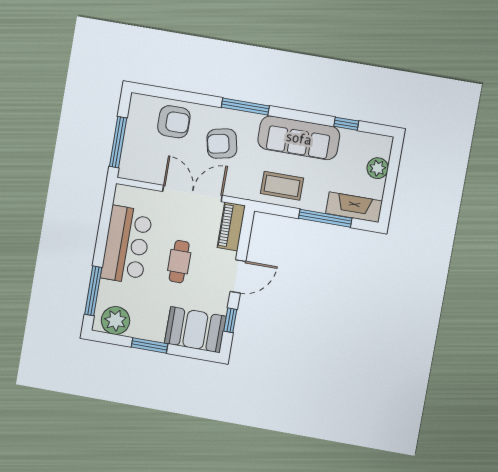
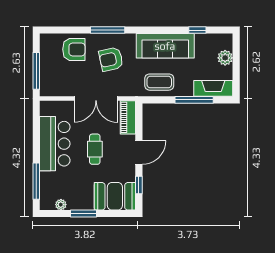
window: (245, 107) -> (108, 30), moved
double door: (192, 193) -> (96, 98), swing flipped
plant: (115, 321) -> (61, 205), width x0.53, depth x0.53

